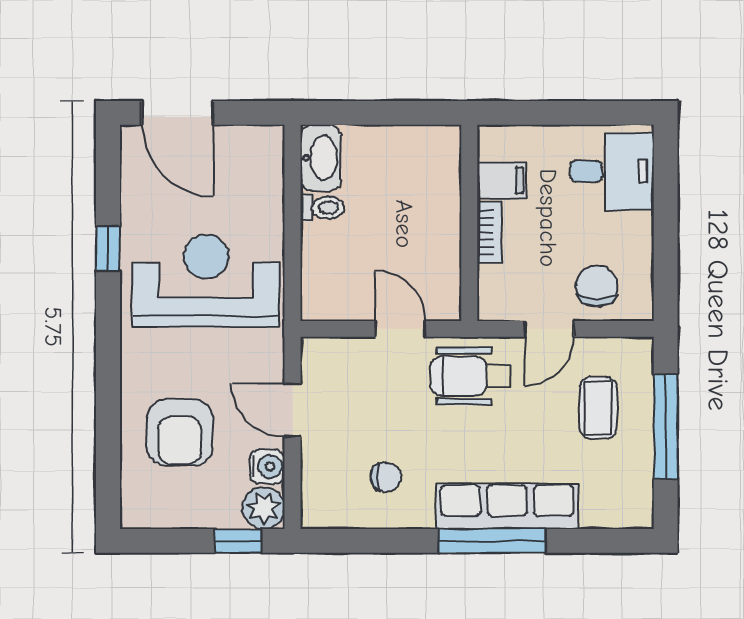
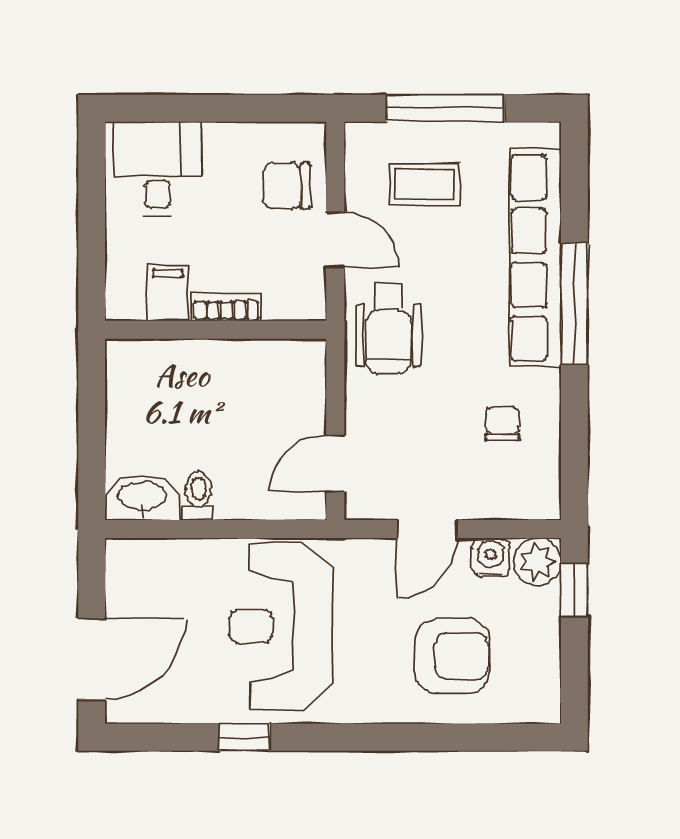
door: (400, 329) -> (335, 463), moved
row of seats: (507, 506) -> (535, 258), width x1.36

